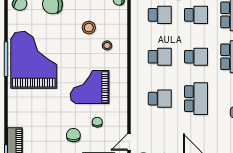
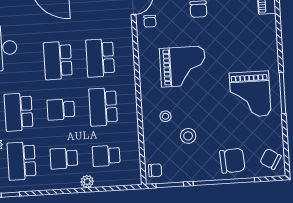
school desk: (160, 57) -> (103, 107), width x1.85
grand piano: (34, 60) -> (250, 94), width x0.73, depth x0.68
school desk: (160, 99) -> (100, 58), width x1.85
chair: (97, 122) -> (150, 21), moved

